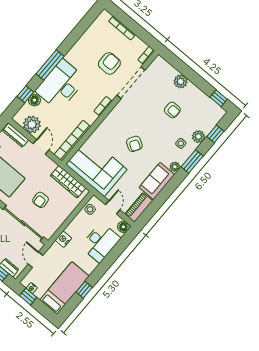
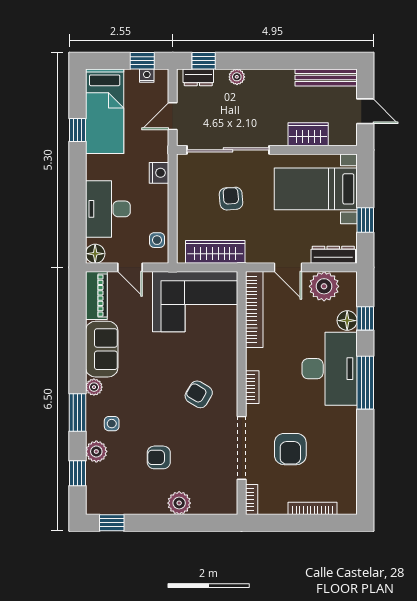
armchair: (134, 144) -> (199, 394), moved
door: (35, 260) -> (173, 116), swing flipped

